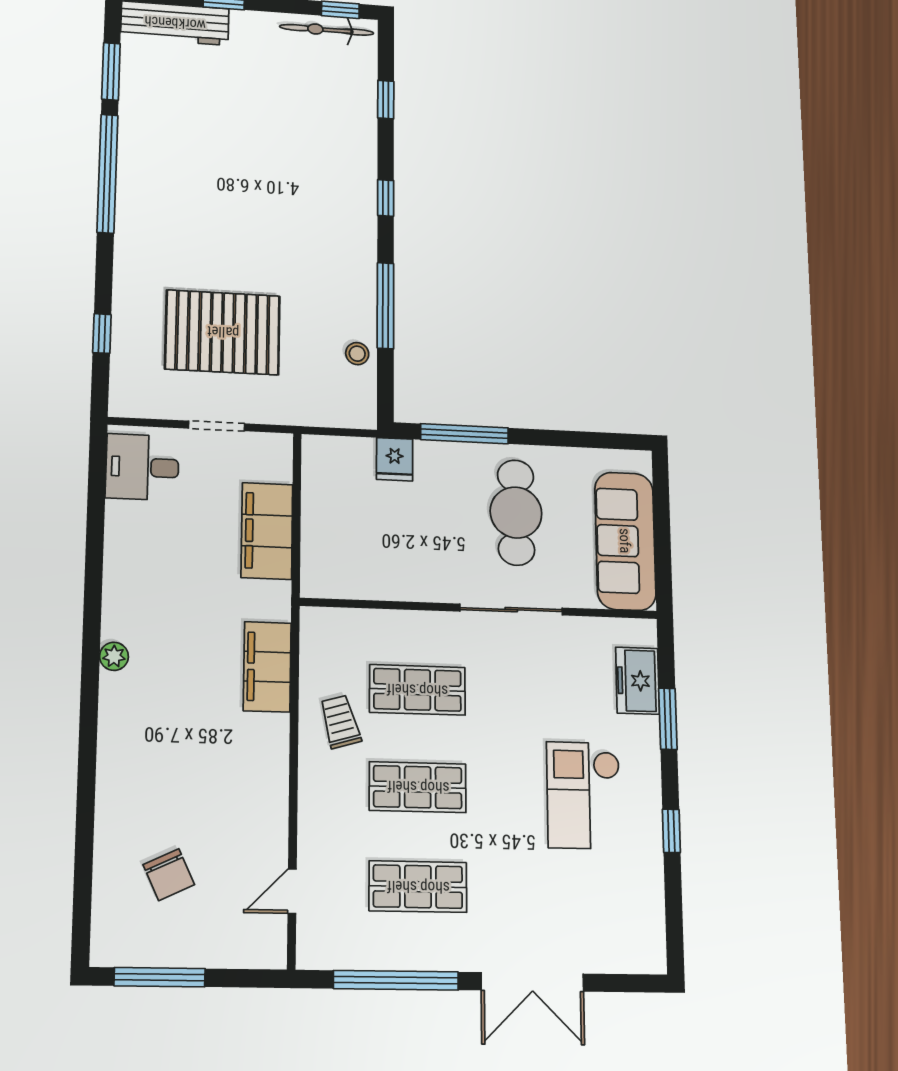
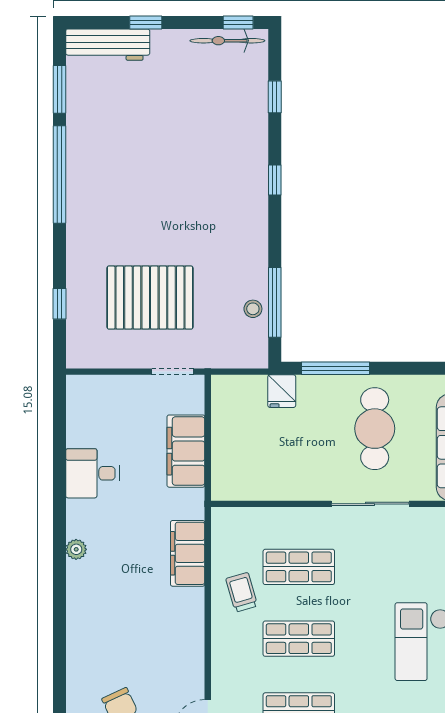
window: (386, 306) -> (275, 302), moved
doorway: (217, 426) -> (173, 372), moved
desk: (142, 467) -> (93, 473), moved

